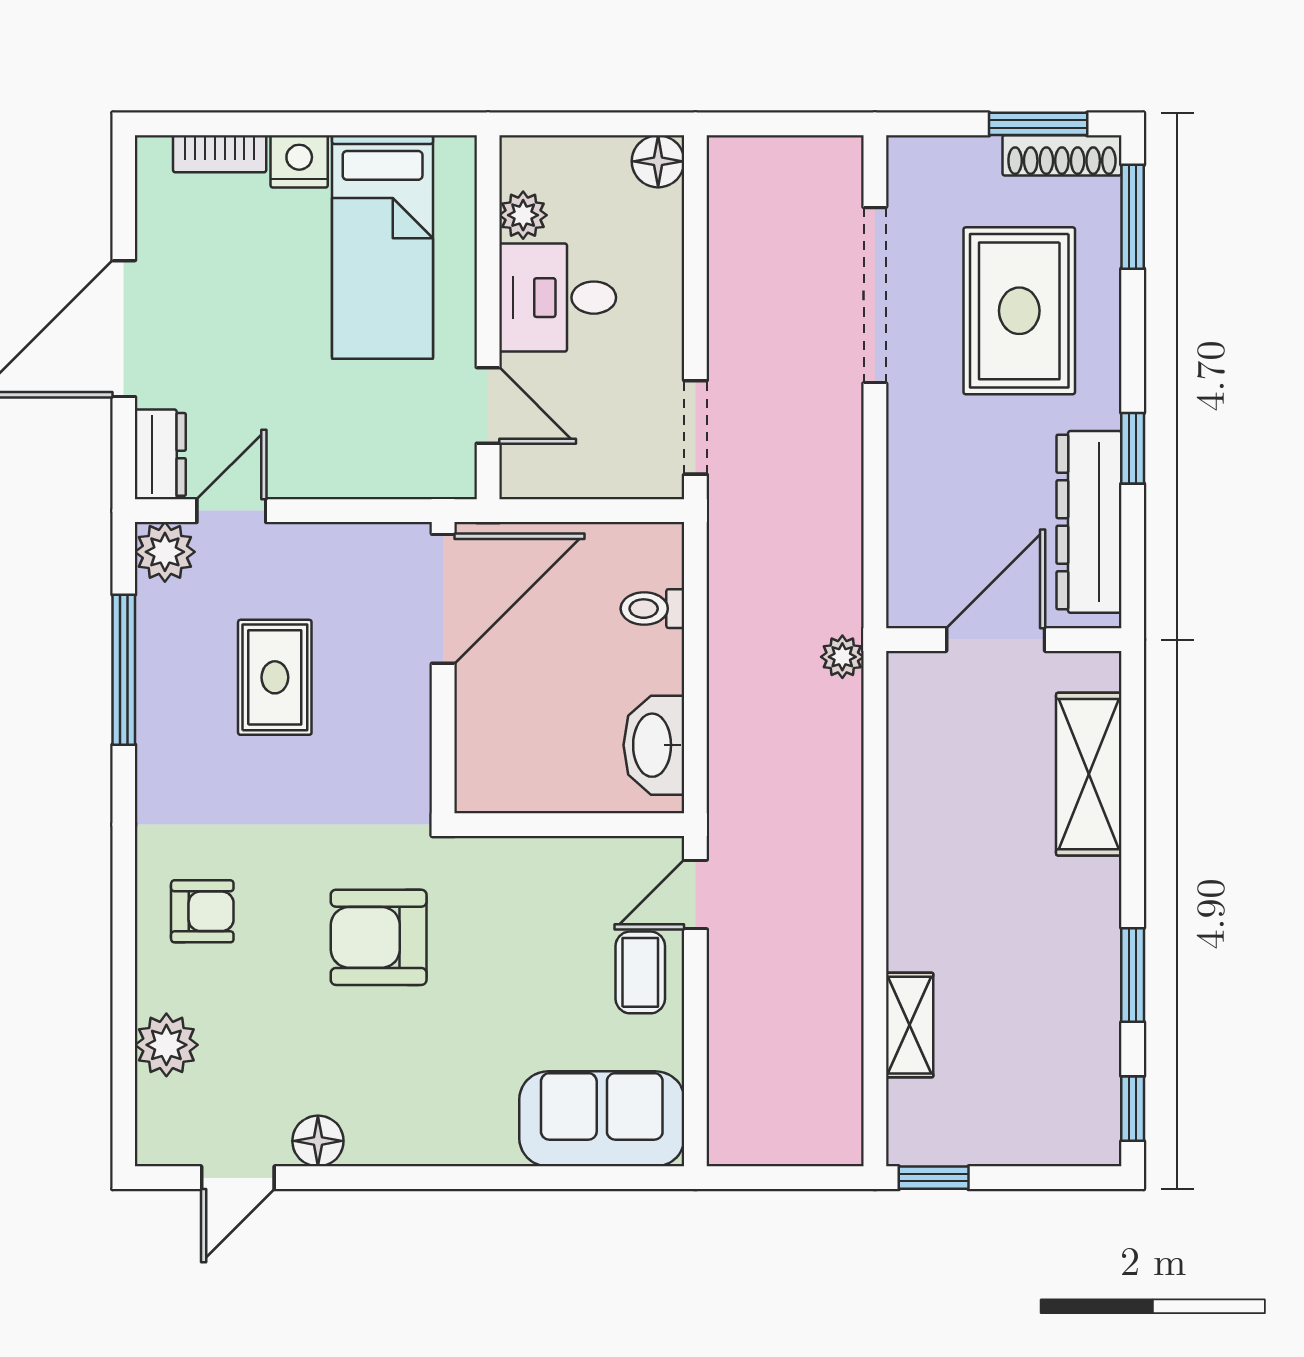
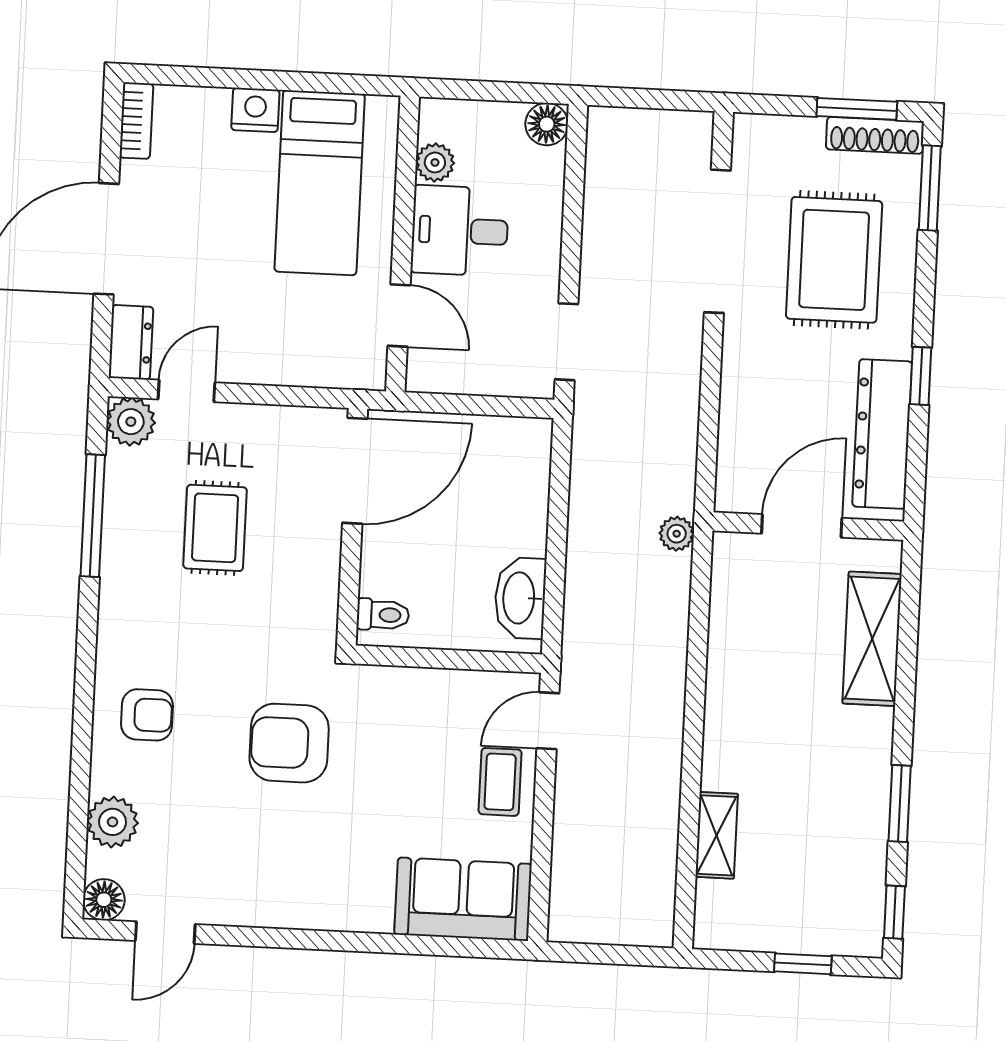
bookcase: (220, 154) -> (136, 121), moved, turned -90
toilet: (652, 609) -> (383, 615), moved, turned 180
floor lamp: (318, 1141) -> (104, 900), moved
window: (934, 1178) -> (803, 964), moved

